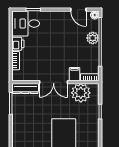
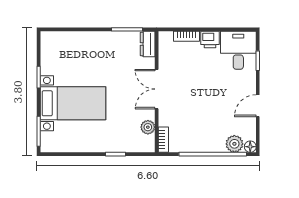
door: (78, 10) -> (258, 106), moved
plant: (93, 38) -> (234, 144), moved
filing cabinet: (75, 74) -> (168, 119), removed
dresser: (25, 88) -> (148, 44), width x0.70
plant: (81, 93) -> (148, 127), width x0.53, depth x0.53

